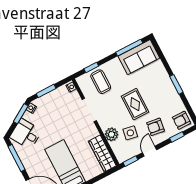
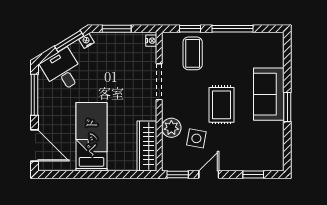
window: (129, 48) -> (233, 29), moved
sofa: (139, 57) -> (269, 94), moved, turned 90
armchair: (182, 120) -> (270, 156), removed
armchair: (156, 127) -> (233, 147), removed

